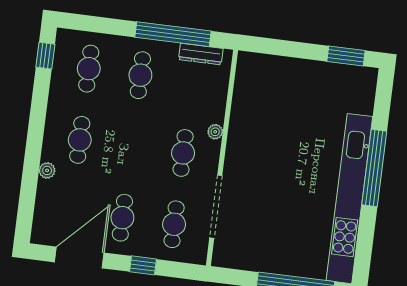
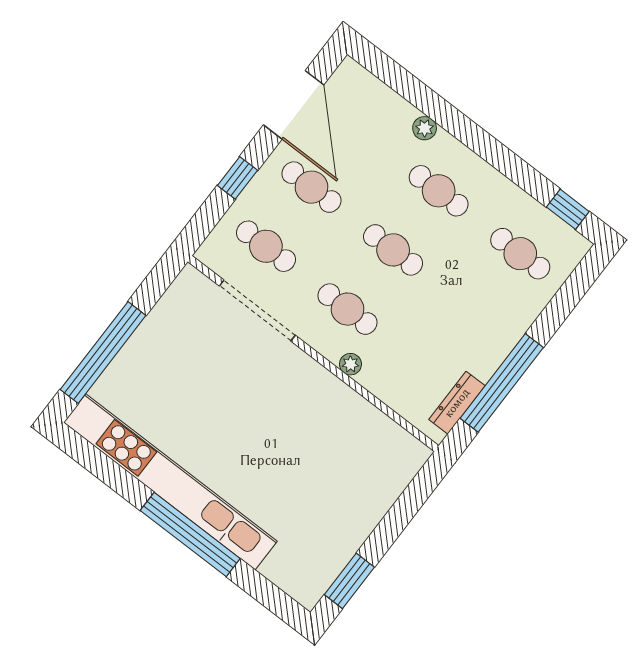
cafe table: (140, 75) -> (393, 250), moved

